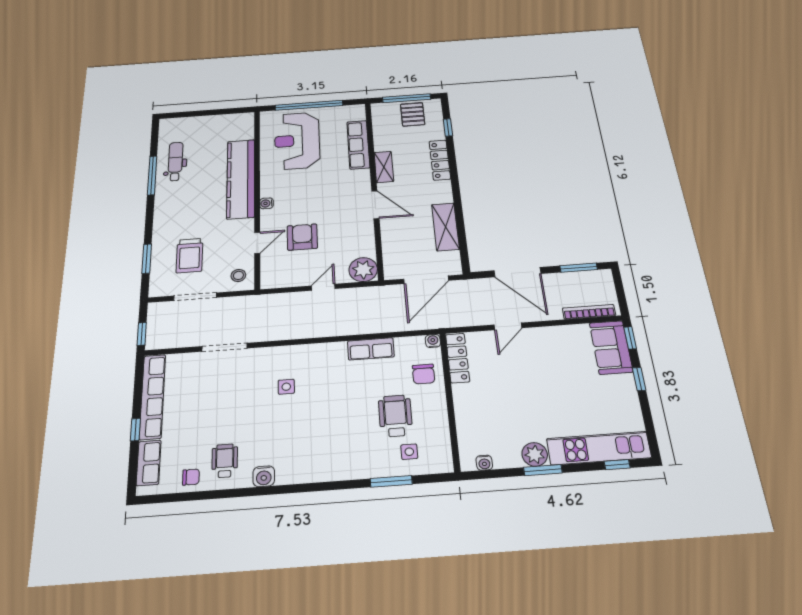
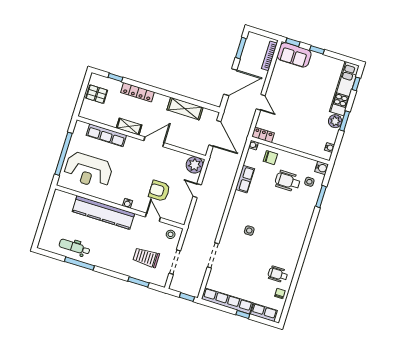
window: (407, 98) -> (83, 93), removed
trolley: (189, 255) -> (146, 257), turned 180
locker: (458, 358) -> (263, 135), width x0.66
water cooler: (264, 476) -> (322, 168), moved

